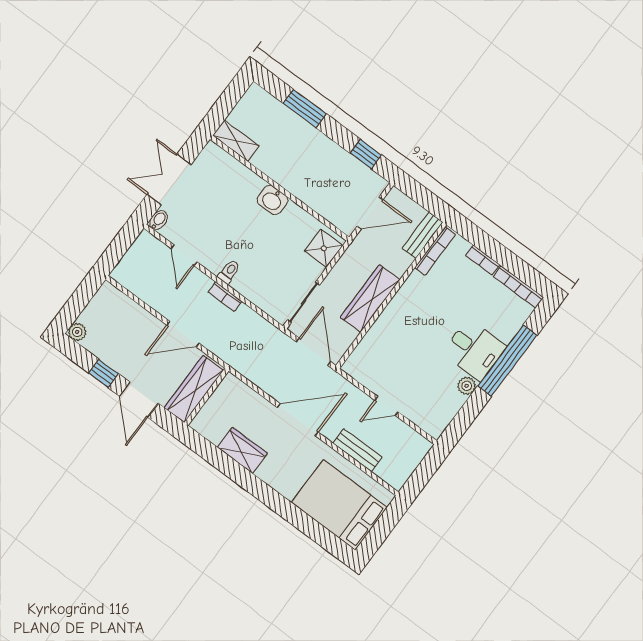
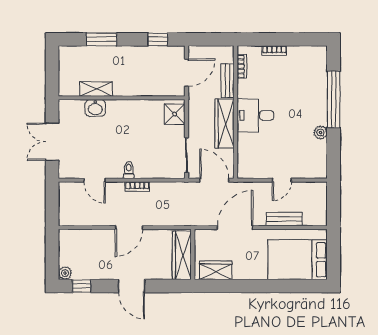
shelving: (236, 141) -> (96, 89), moved
washbasin: (272, 200) -> (95, 108), moved
bidet: (159, 220) -> (64, 171), removed
bench: (422, 235) -> (227, 81), moved
bookcase: (435, 251) -> (242, 66), width x0.64
bookcase: (518, 287) -> (308, 51), removed
desk: (474, 350) -> (255, 115), moved, turned 180
window: (103, 373) -> (82, 286), moved
wardrobe: (194, 389) -> (182, 255), moved
wall: (206, 397) -> (193, 254), moved

